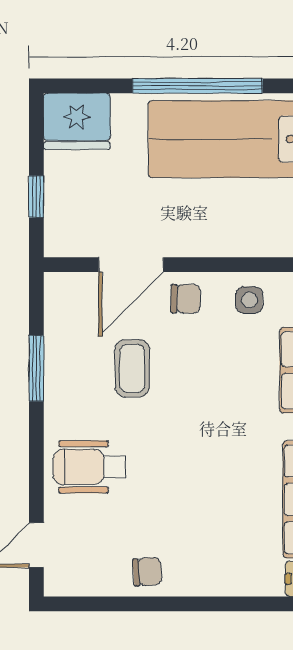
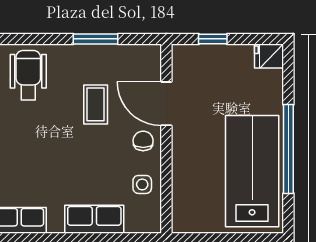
fridge: (77, 121) -> (269, 56), width x0.53, depth x0.75
chair: (186, 299) -> (143, 141), turned 180
coffee table: (132, 368) -> (96, 104), turned 90

